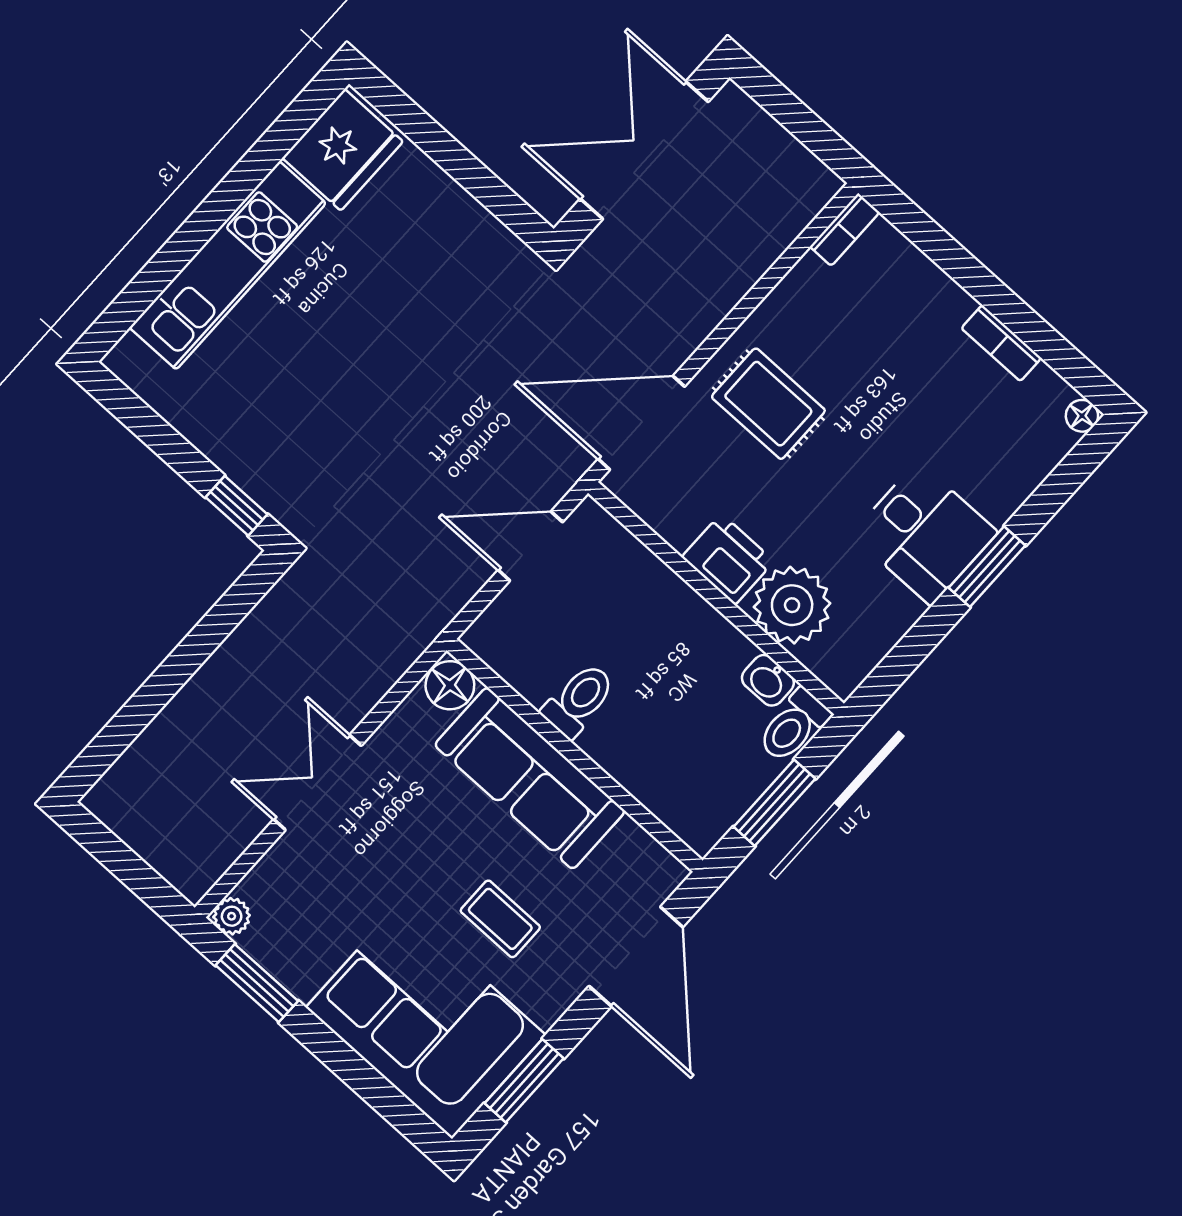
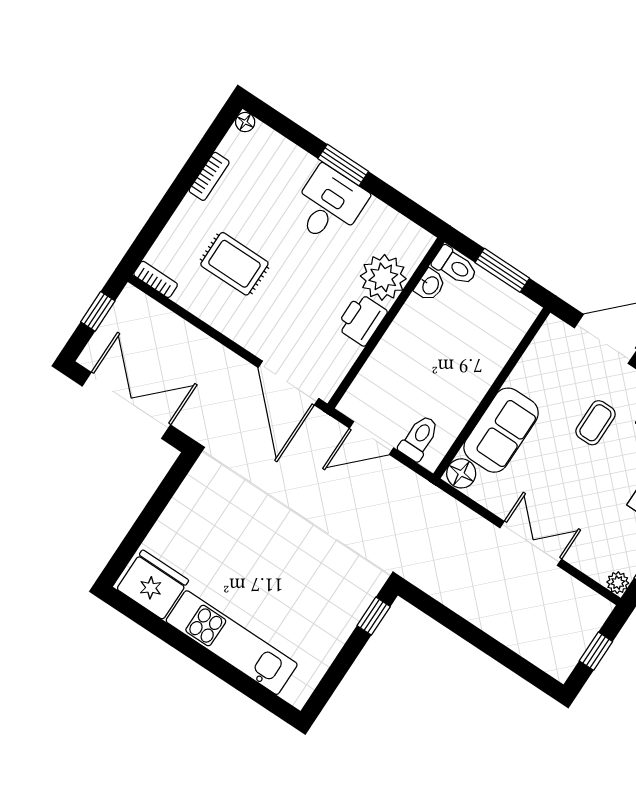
window: (806, 127) -> (98, 311), added
double door: (644, 150) -> (126, 405), swing flipped
rug: (768, 404) -> (234, 264), moved, turned 90
door: (530, 546) -> (371, 438), hinge flipped
toilet: (579, 700) -> (419, 438), moved, turned 90
sofa: (530, 778) -> (501, 430), width x0.73
double door: (317, 783) -> (531, 543), swing flipped
window: (124, 863) -> (596, 651), added

